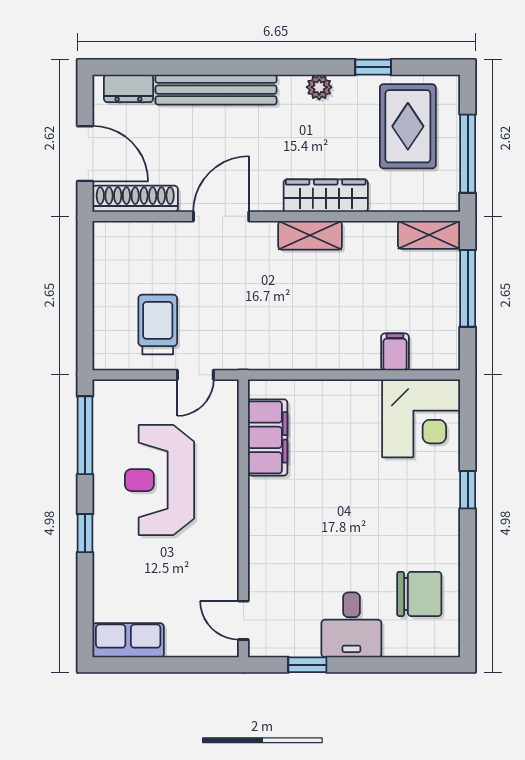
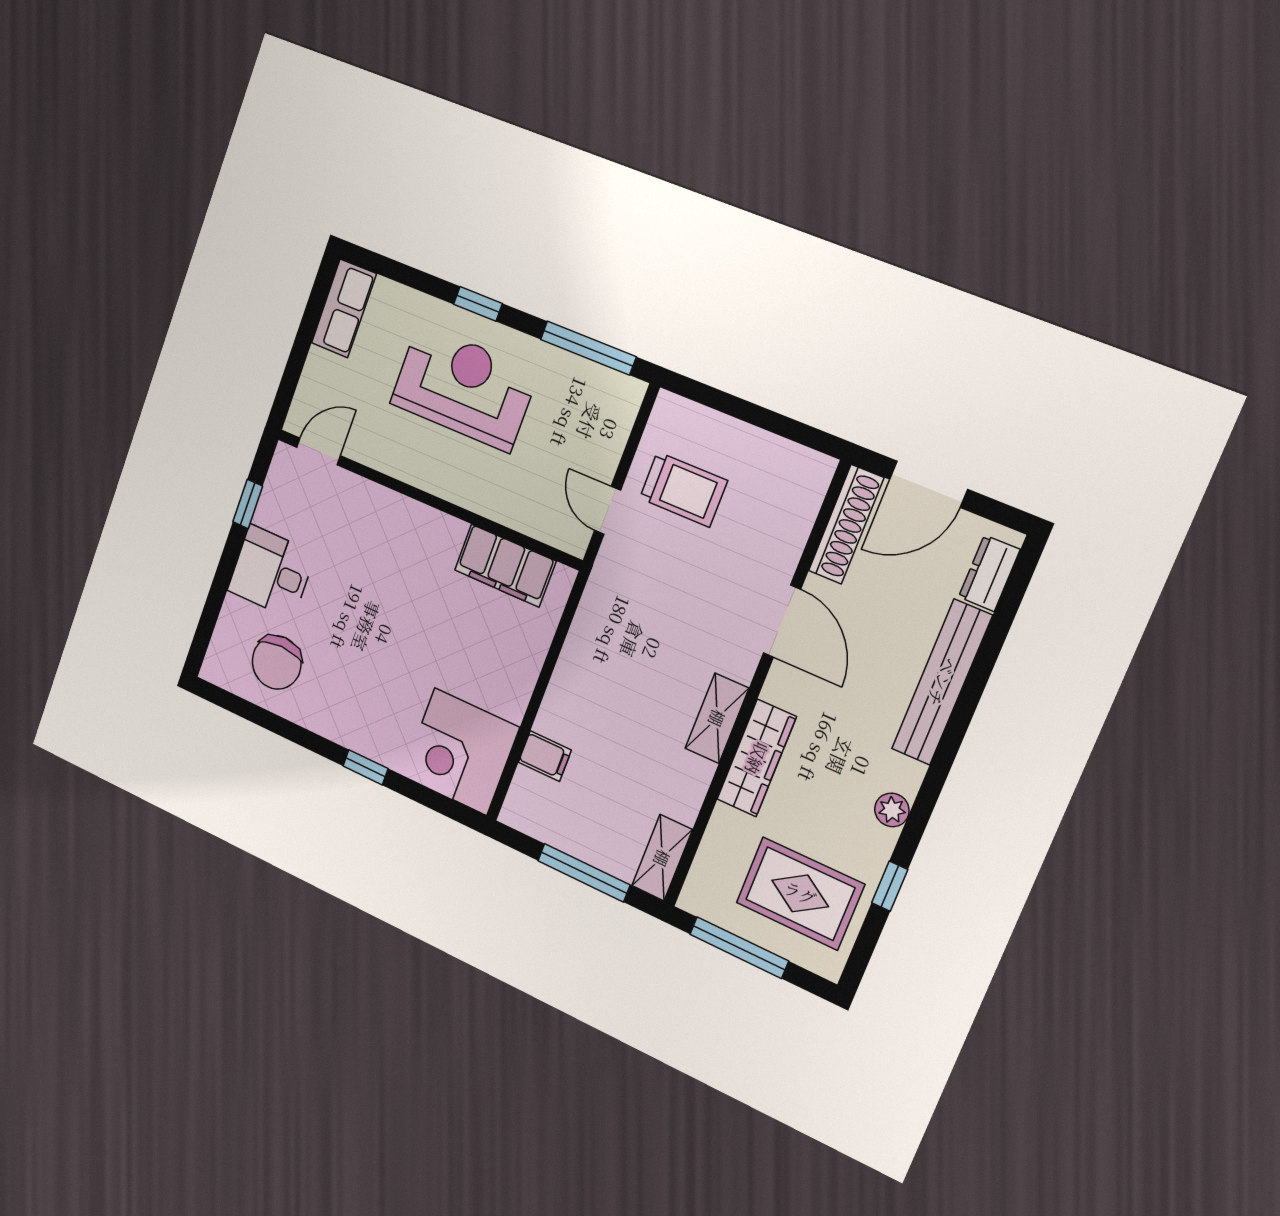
reception desk: (159, 480) -> (464, 388), moved

